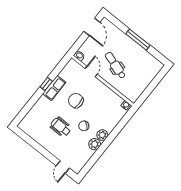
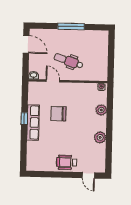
row of seats: (54, 88) -> (33, 123), width x1.48
chair: (84, 126) -> (80, 129), removed
wheelchair: (61, 127) -> (67, 162), moved
plant: (102, 135) -> (101, 110), moved

